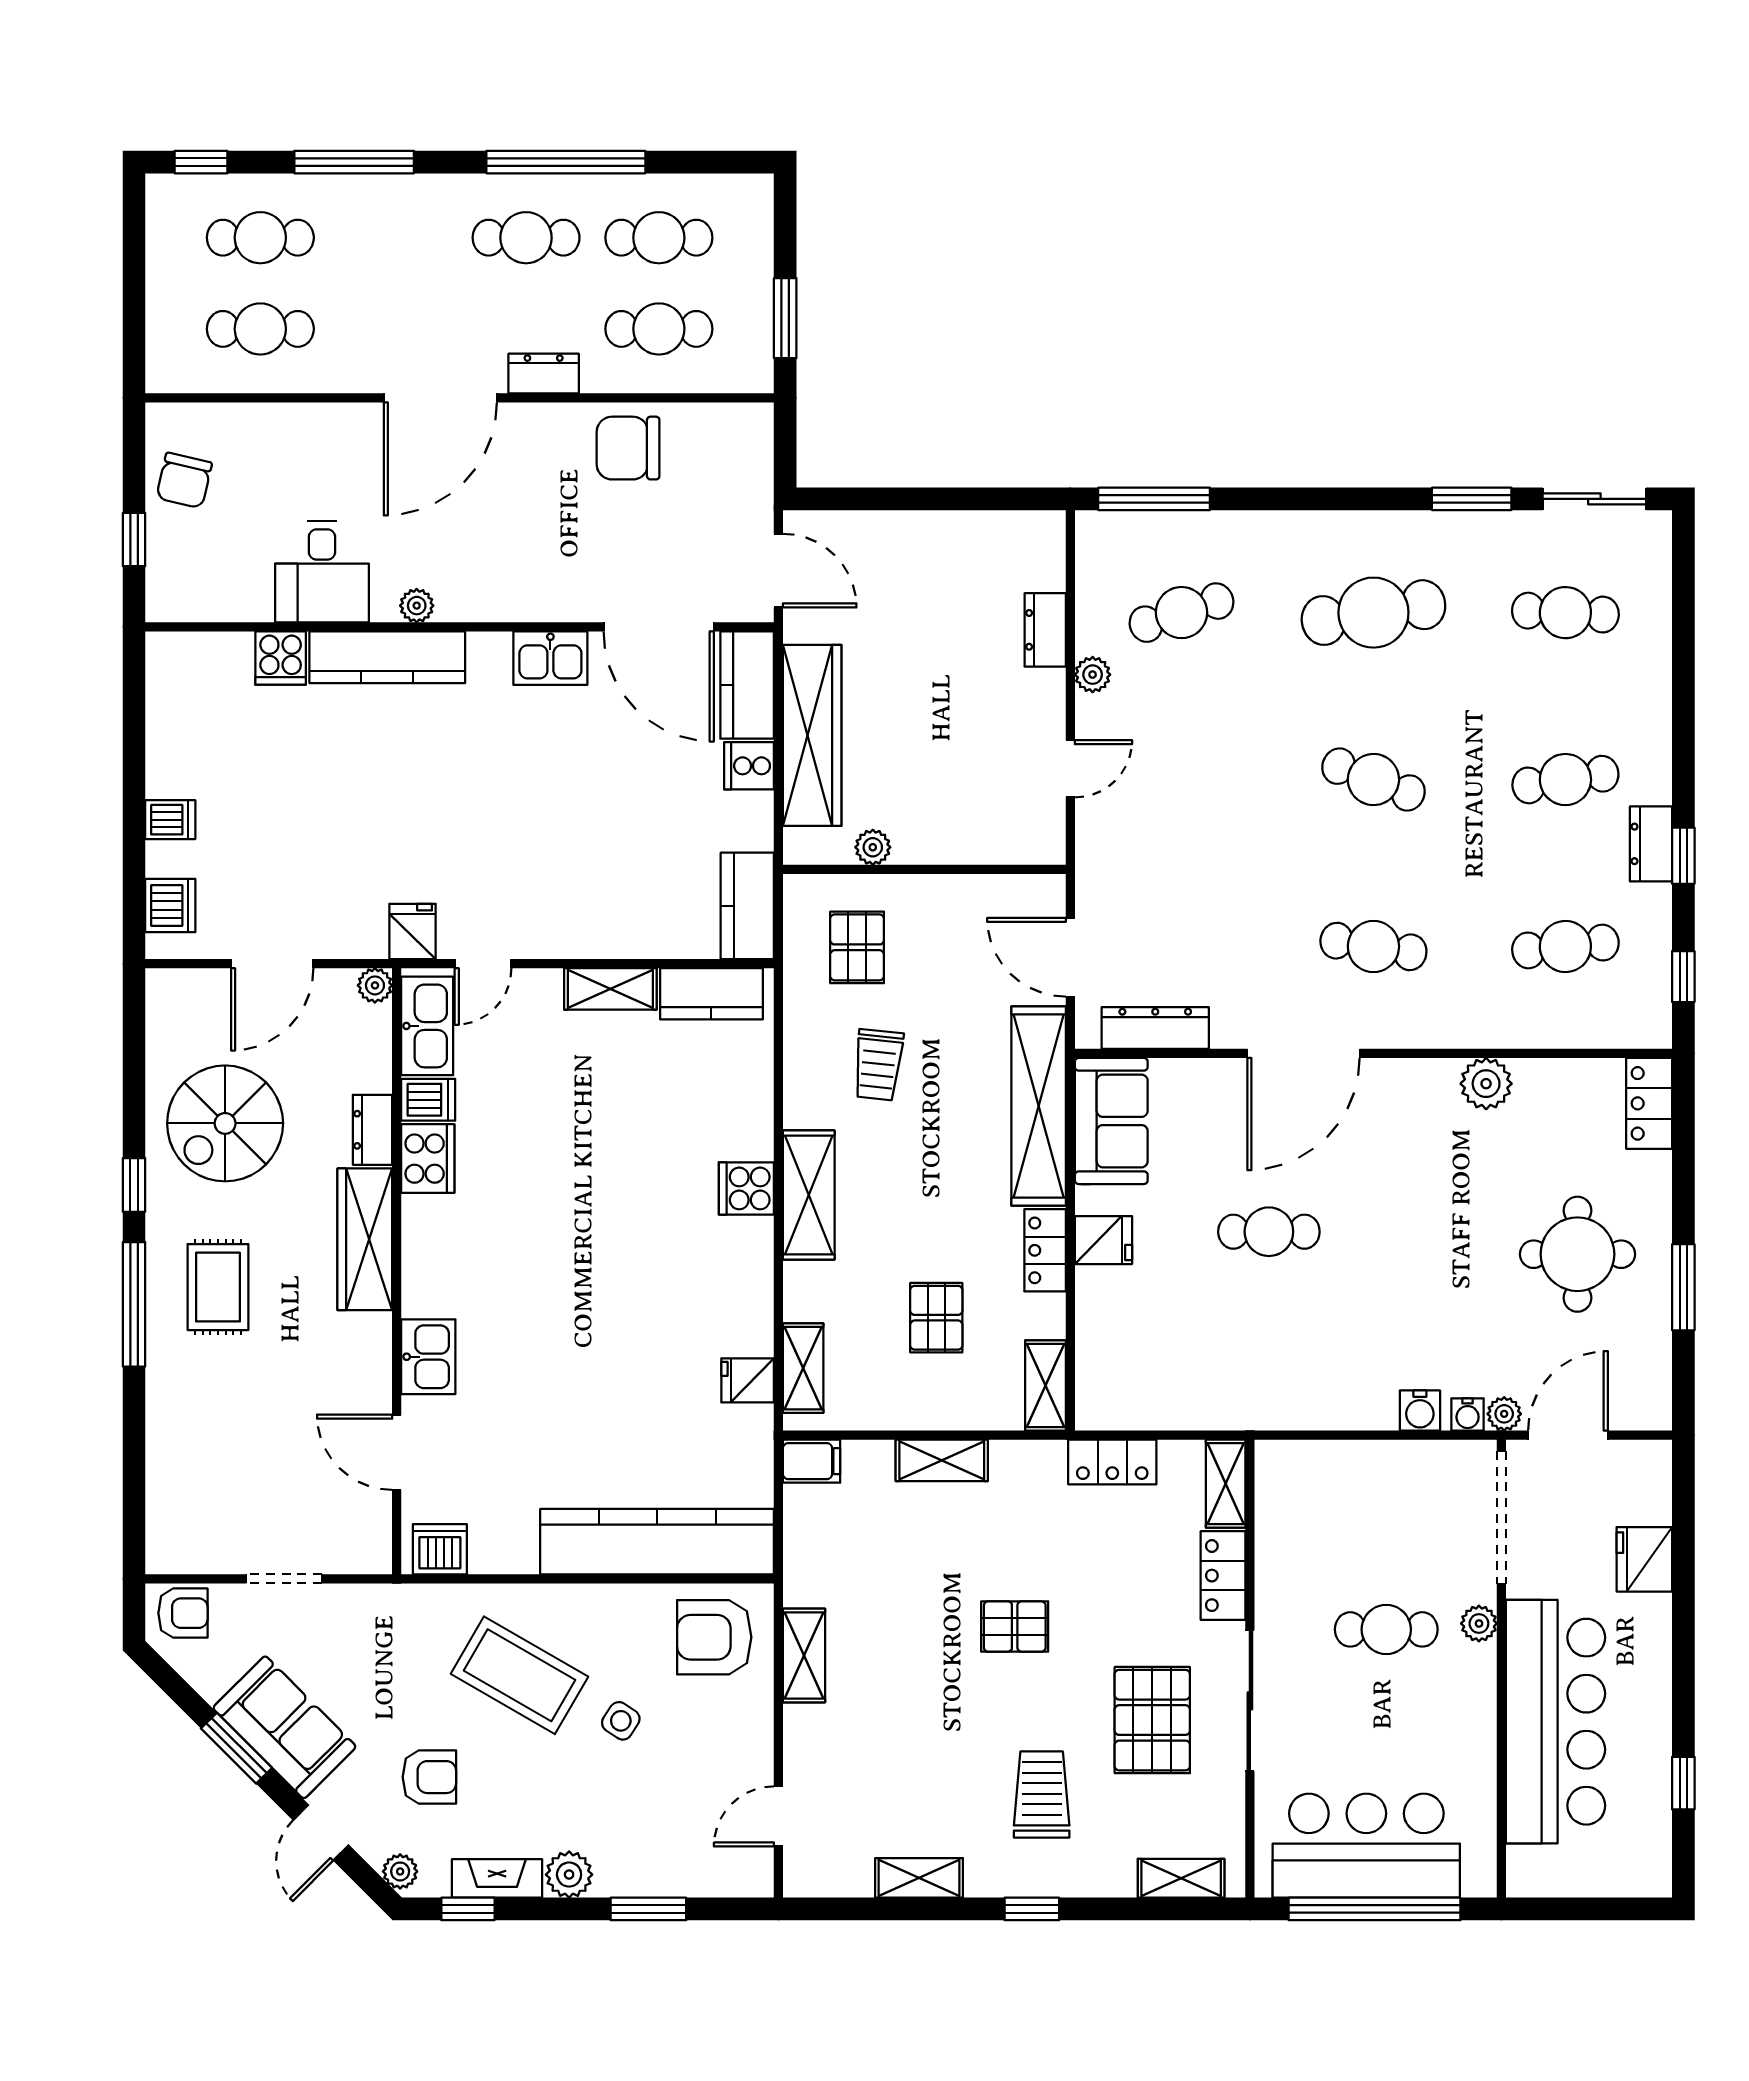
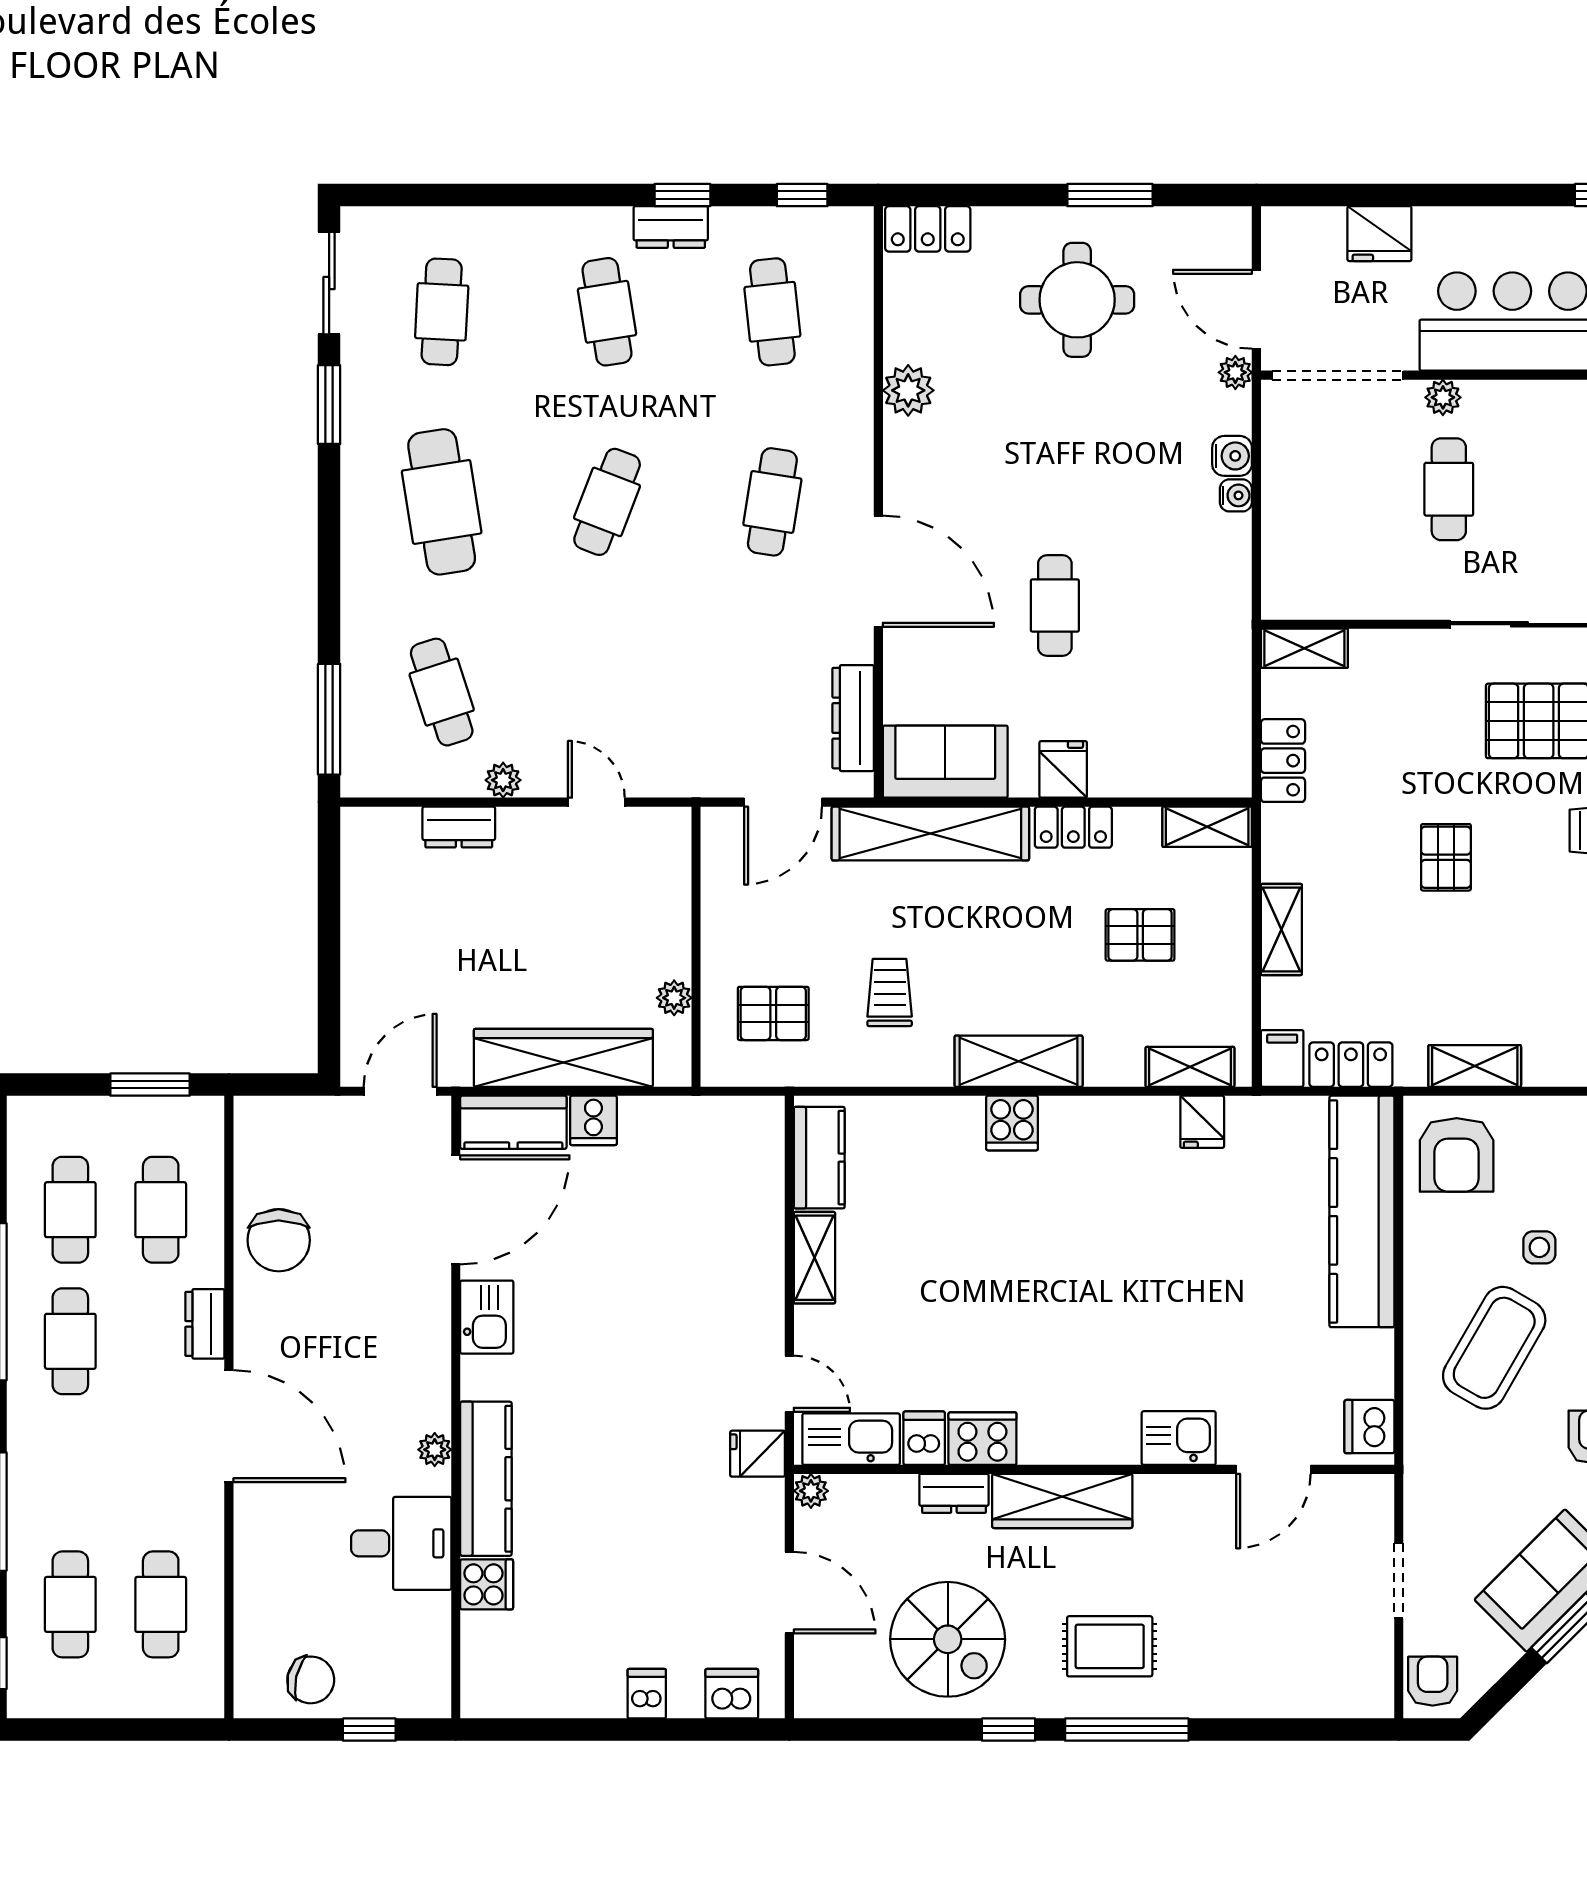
kitchen counter: (747, 906) -> (732, 1122), removed
trolley: (878, 1065) -> (890, 992), turned -96
water cooler: (1468, 1414) -> (1236, 495), moved
locker: (1223, 1576) -> (1351, 1065), moved, turned 180
side table: (621, 1721) -> (1539, 1247), turned -33

